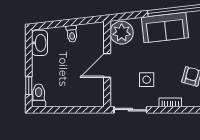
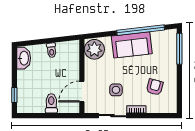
door: (107, 65) -> (82, 92), moved
toilet: (39, 95) -> (51, 103), moved
sliding door: (130, 110) -> (112, 116), moved

